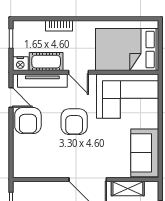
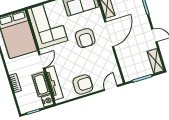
door: (11, 97) -> (111, 88), moved
armchair: (74, 122) -> (85, 38), moved, turned 90

